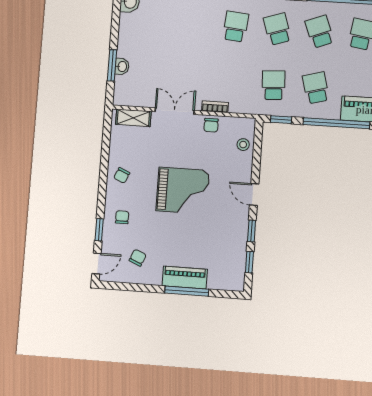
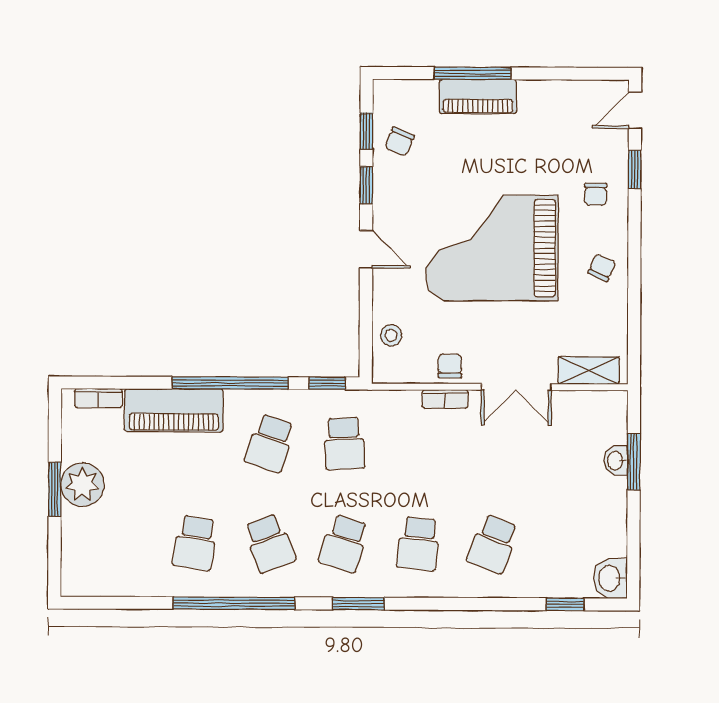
school desk: (194, 24) -> (493, 544), added
school desk: (277, 29) -> (344, 544), turned 36
school desk: (316, 88) -> (270, 443), turned 33
grand piano: (183, 191) -> (492, 248), width x1.37, depth x1.48
chair: (138, 258) -> (399, 142), moved

